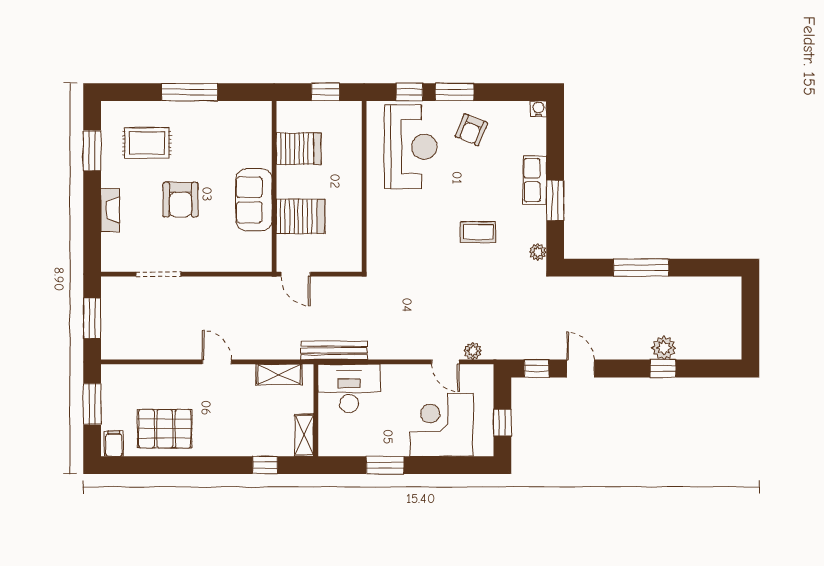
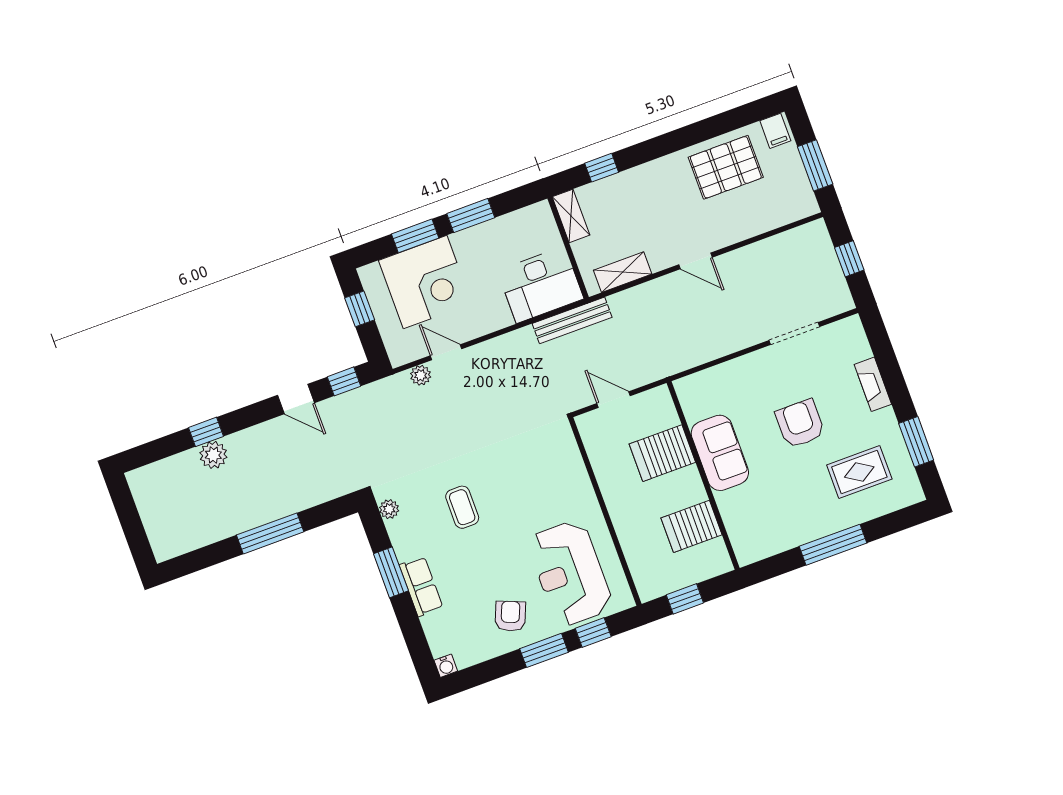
coffee table: (478, 232) -> (462, 507), turned 90
door: (296, 274) -> (614, 400), moved
window: (92, 318) -> (849, 259), width x0.67
window: (436, 465) -> (415, 236), added

